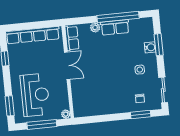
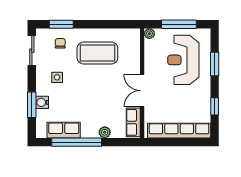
row of seats: (115, 27) -> (64, 130), moved
coffee table: (108, 93) -> (97, 53), added
window: (10, 106) -> (215, 64), moved

